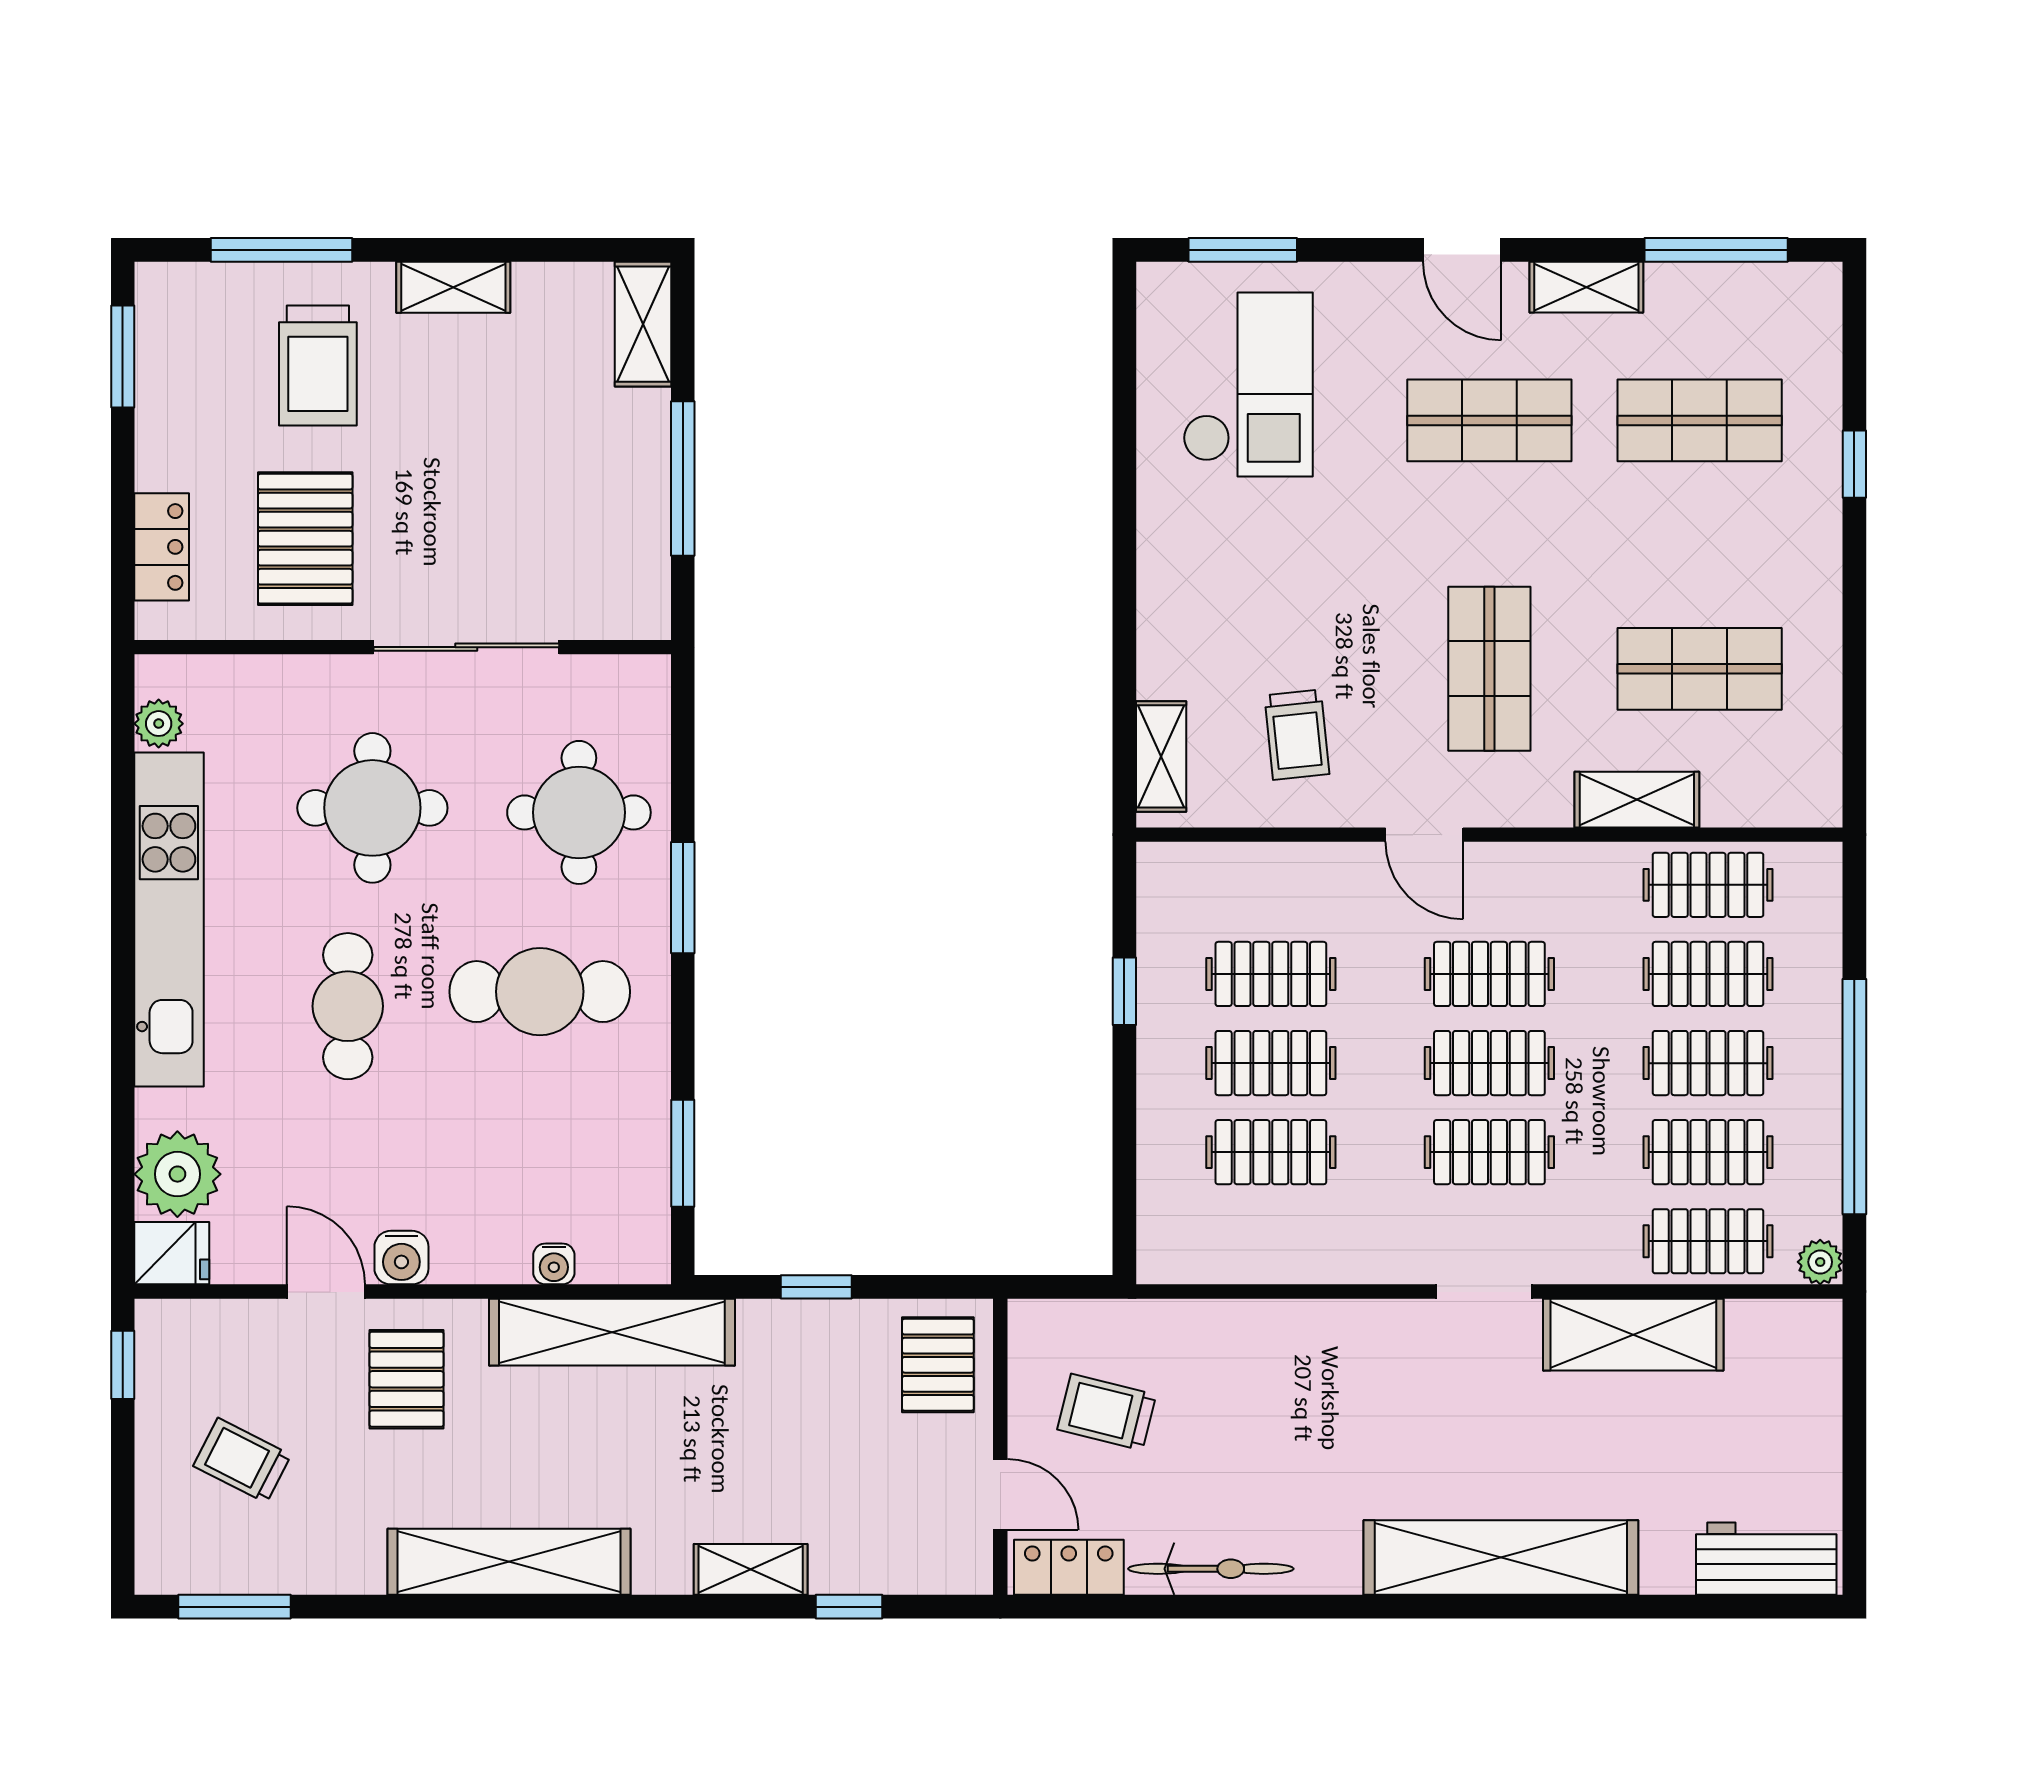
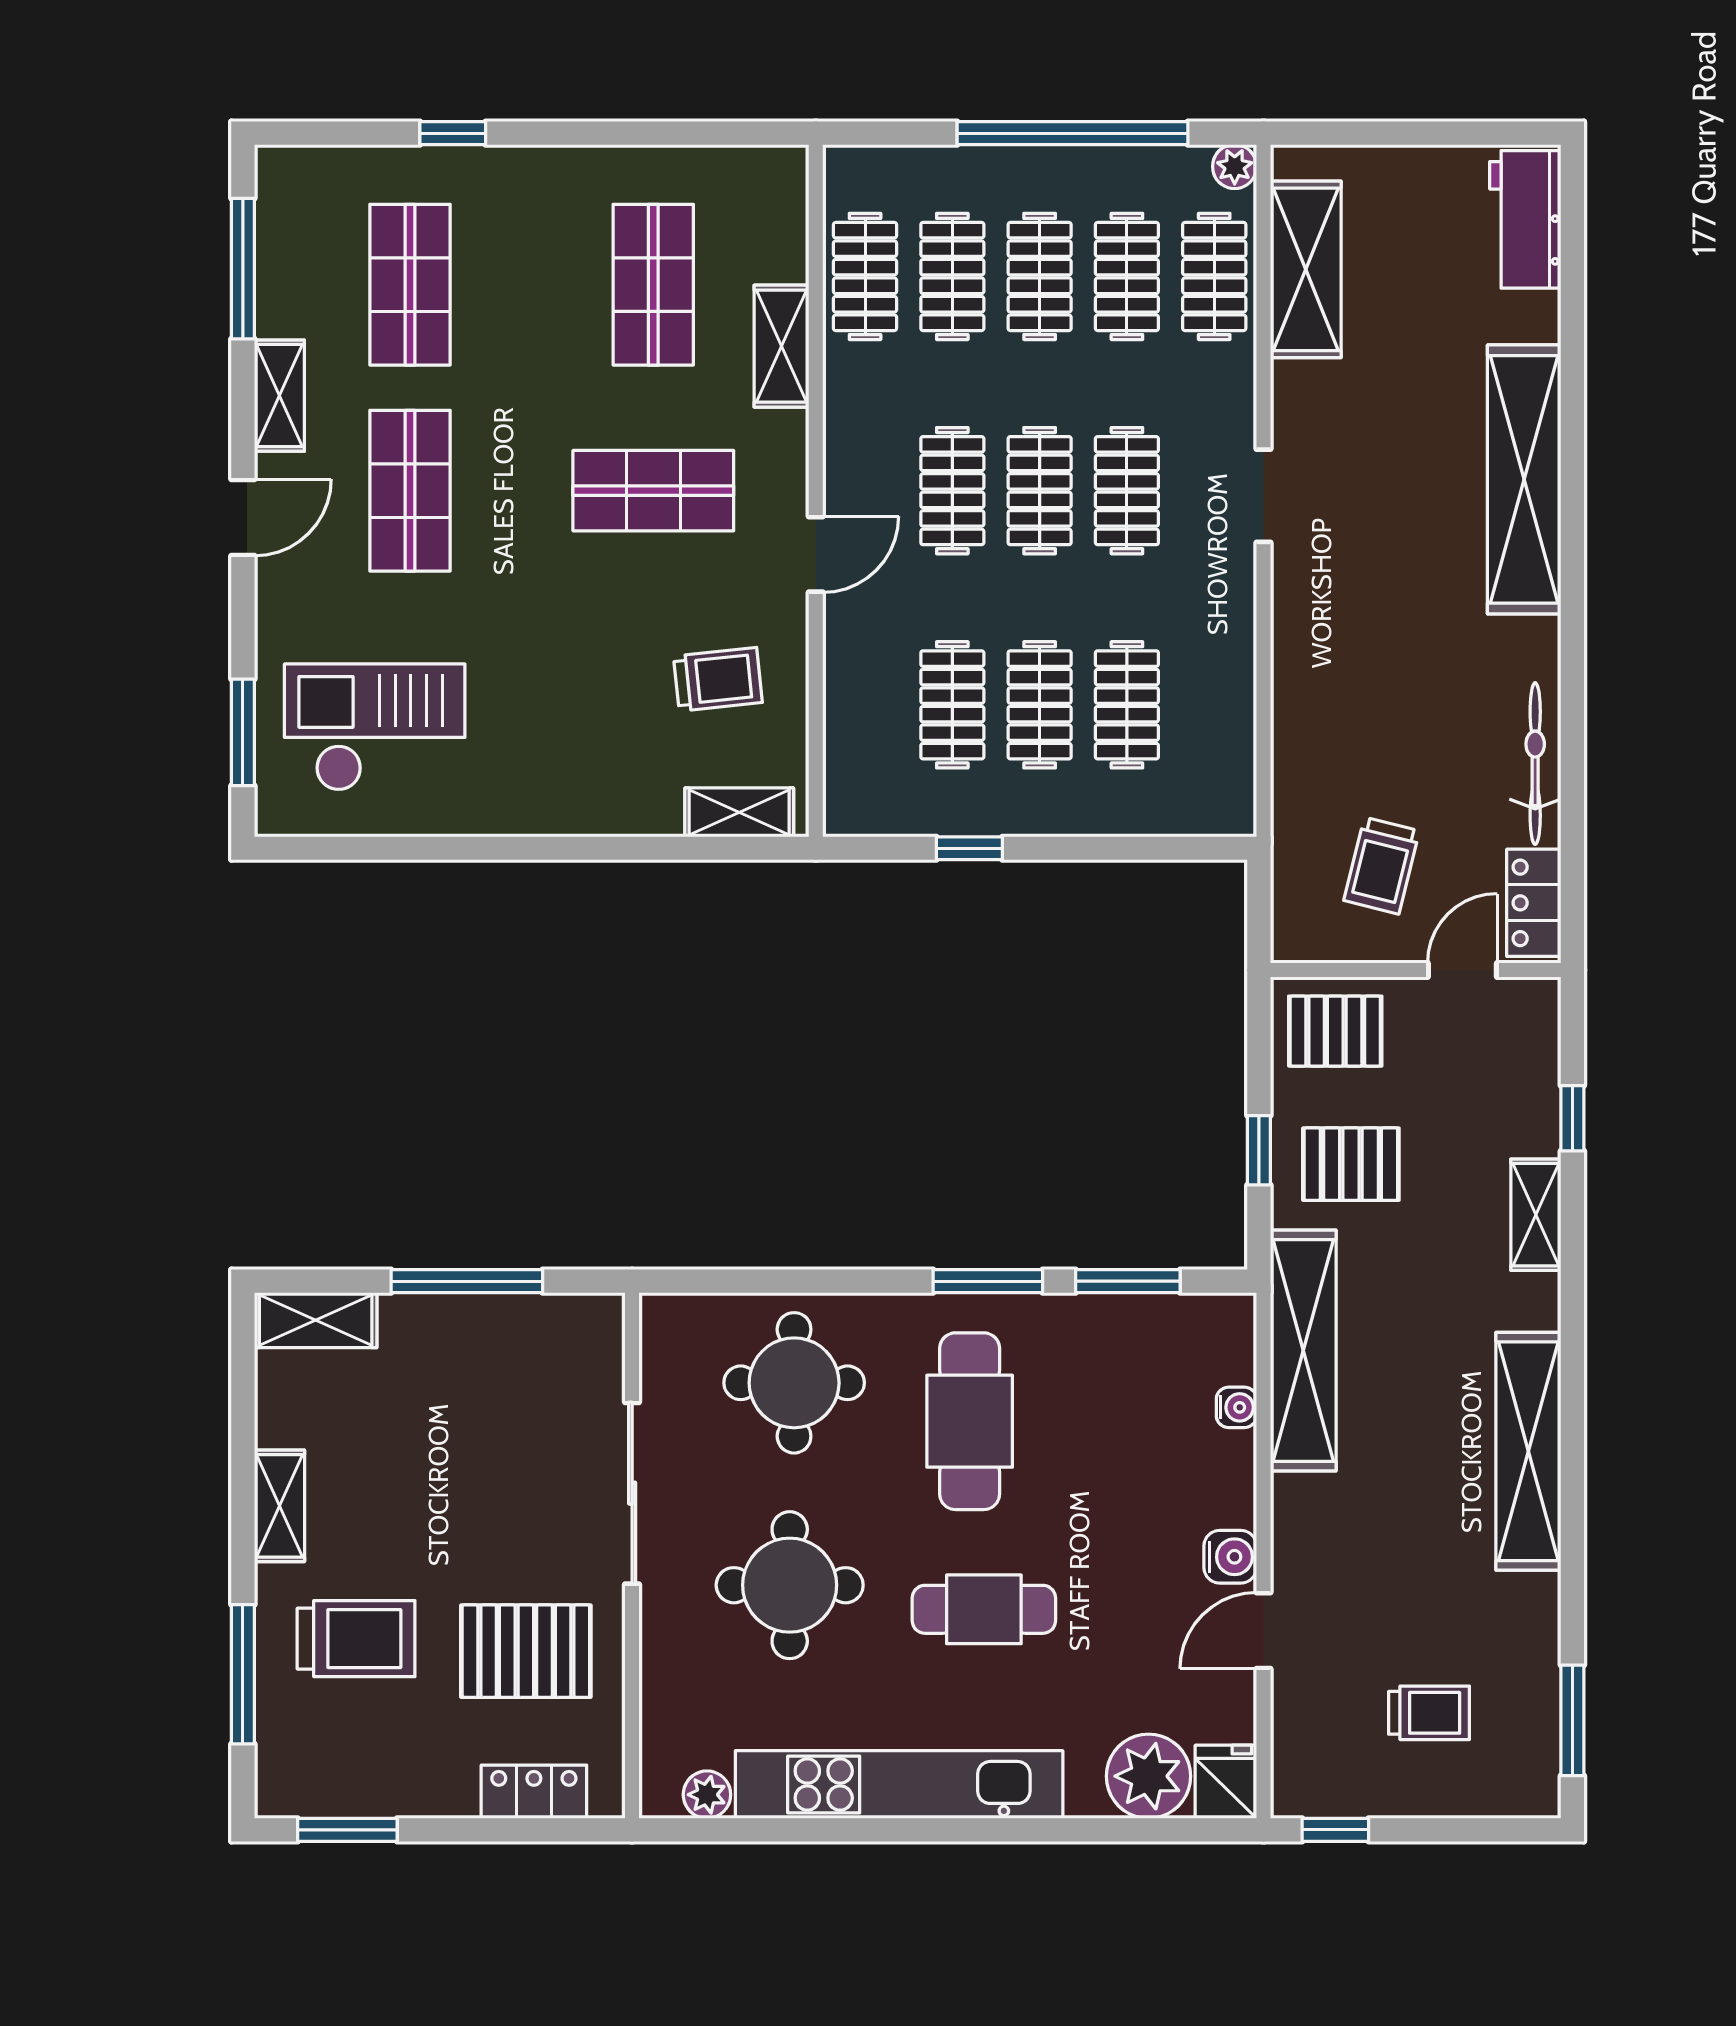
window: (683, 898) -> (988, 1281), moved
shelving: (1633, 1335) -> (1306, 269), moved
pallet: (407, 1379) -> (1351, 1164), moved
trolley: (242, 1460) -> (1429, 1713), turned -117

